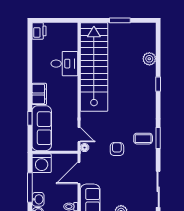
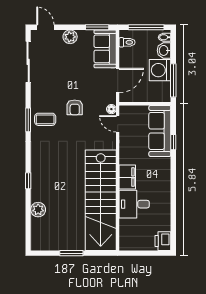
filing cabinet: (39, 94) -> (127, 177), moved, turned 180
washing machine: (42, 163) -> (160, 70), moved, turned -90
window: (30, 188) -> (173, 80), moved

